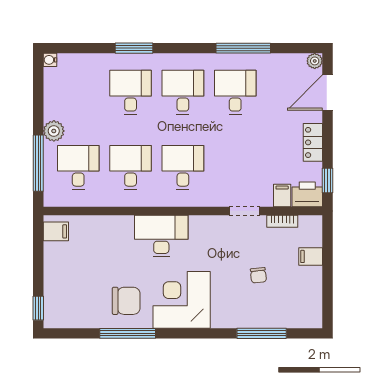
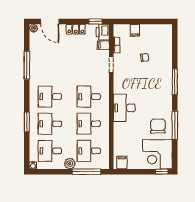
desk: (235, 92) -> (50, 151), moved
corner desk: (182, 300) -> (157, 154), moved
window: (262, 333) -> (175, 82), moved

